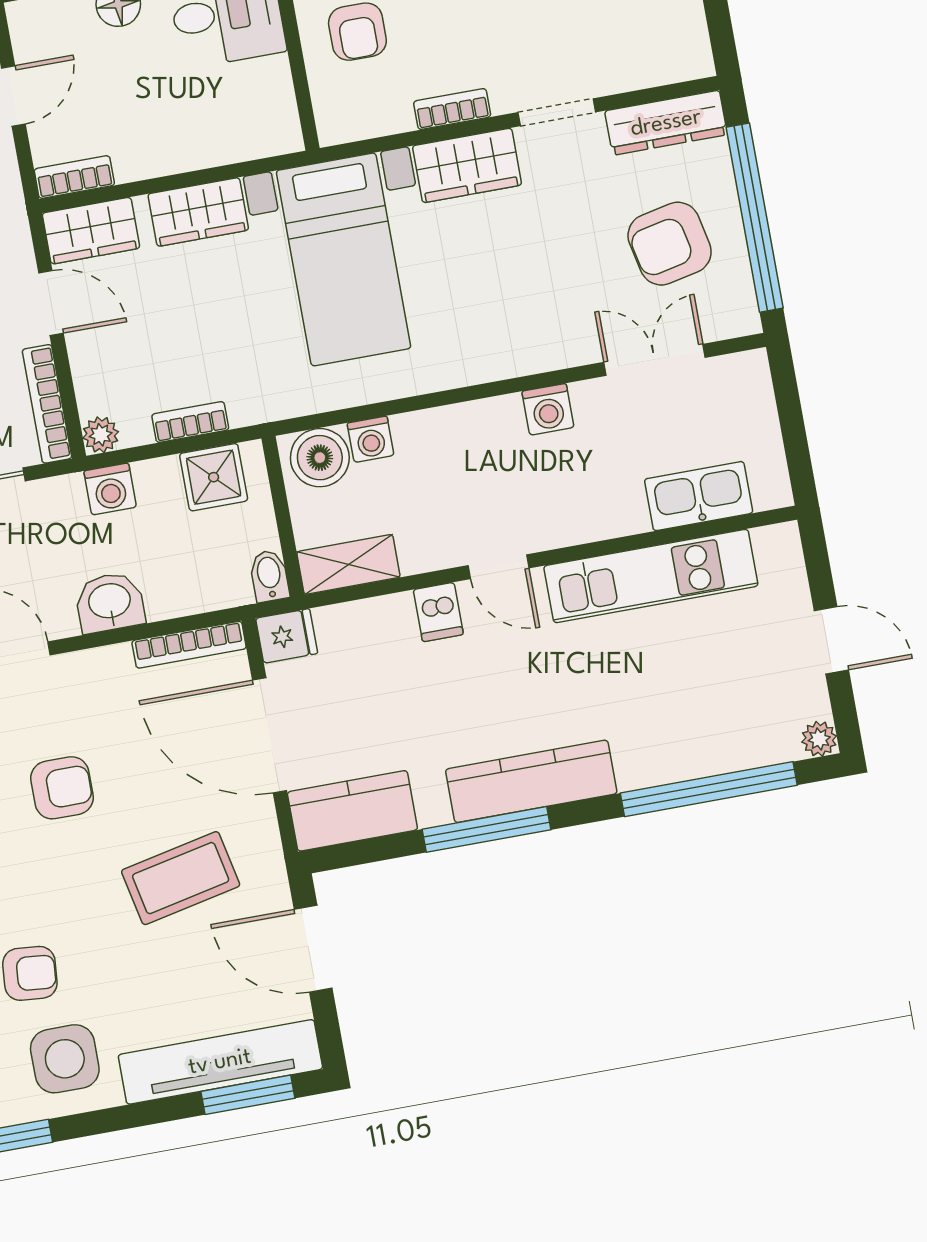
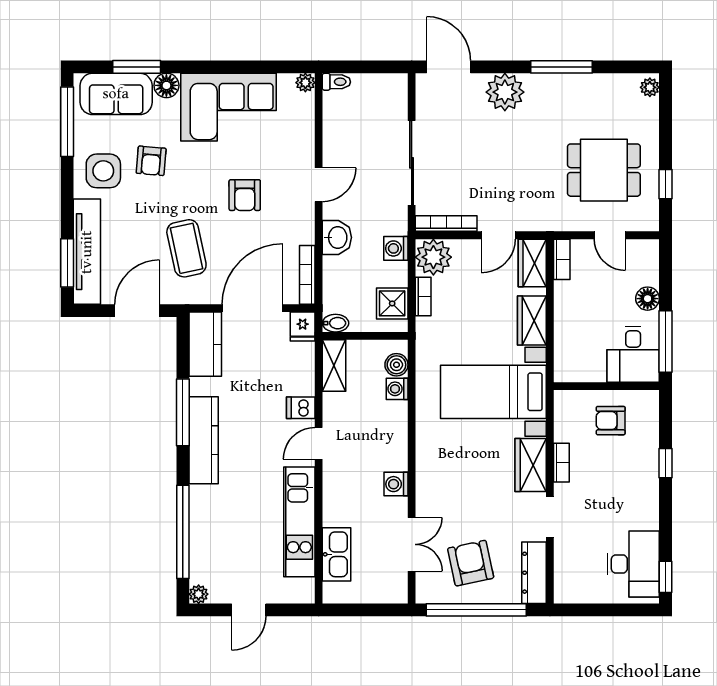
plant: (101, 435) -> (433, 257), width x1.88, depth x1.88
boiler: (320, 458) -> (396, 365), width x0.73, depth x0.73

